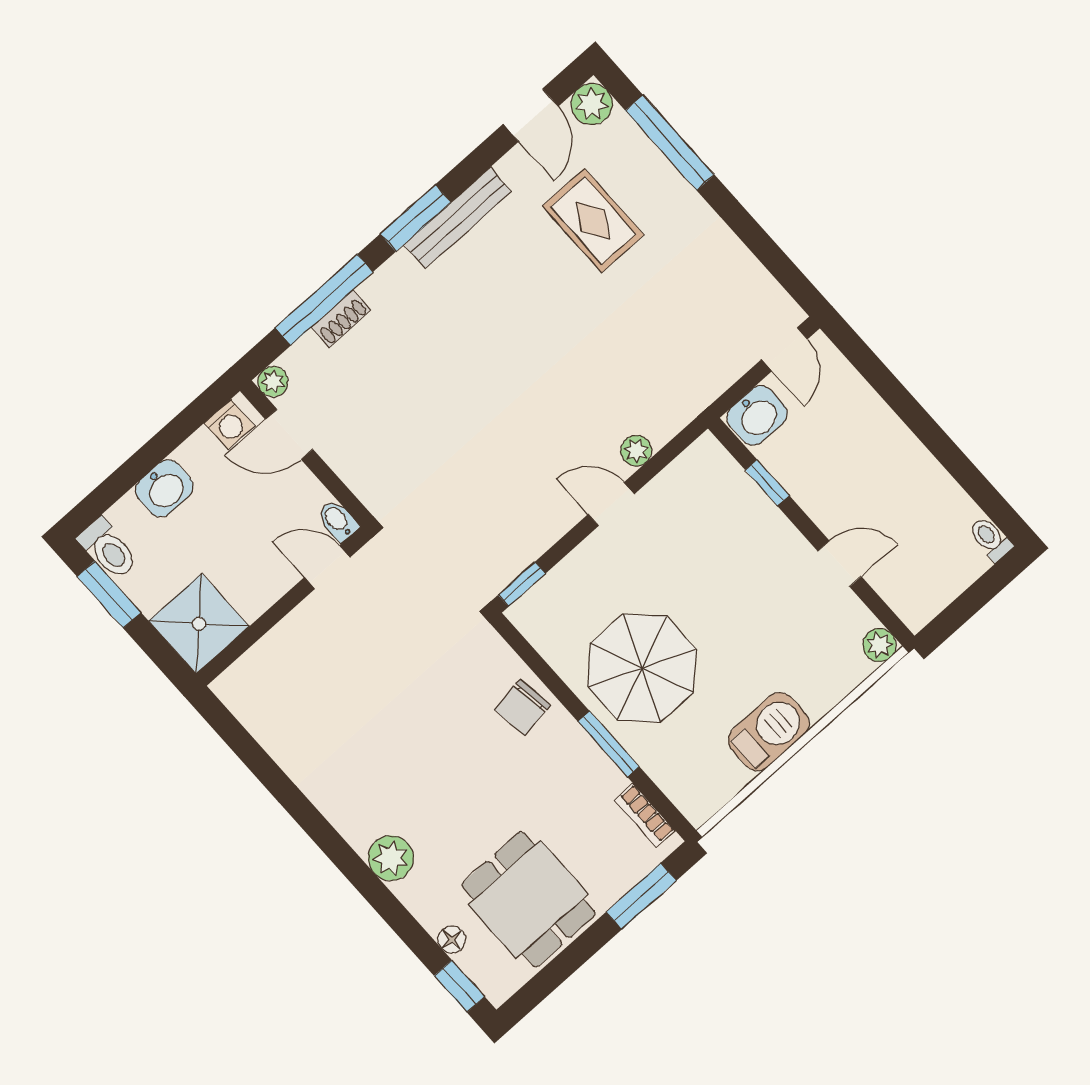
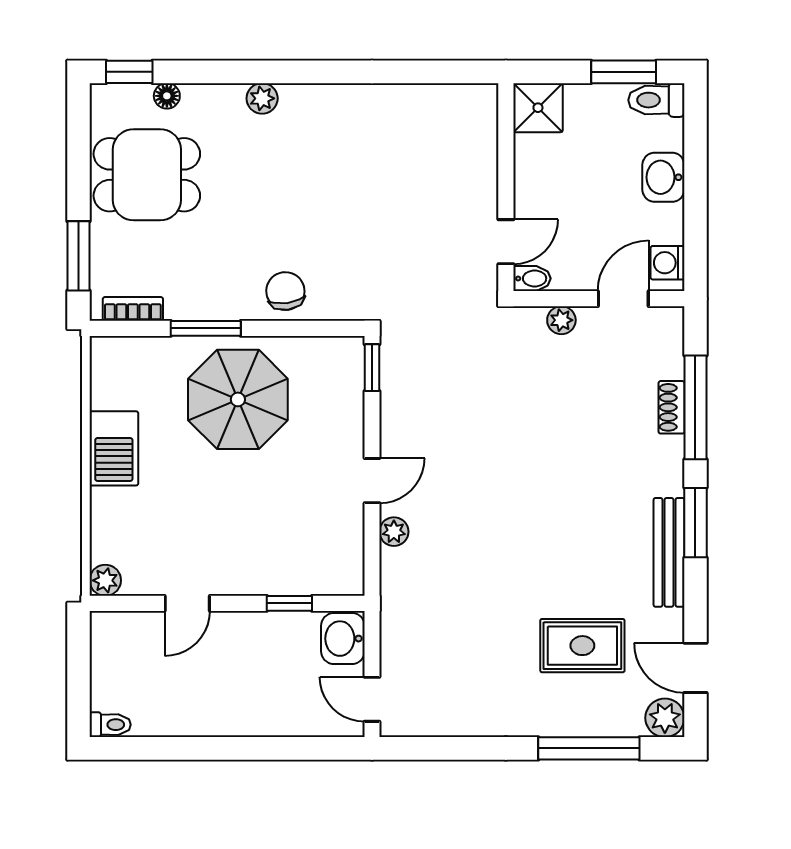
plant: (273, 382) -> (561, 320), moved
shower: (199, 624) -> (538, 108), width x0.73, depth x0.73
plant: (391, 858) -> (262, 98), width x0.73, depth x0.73

